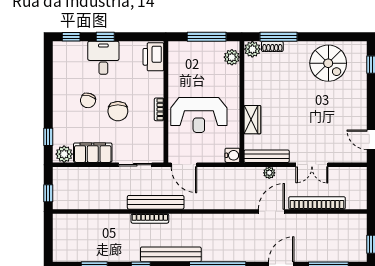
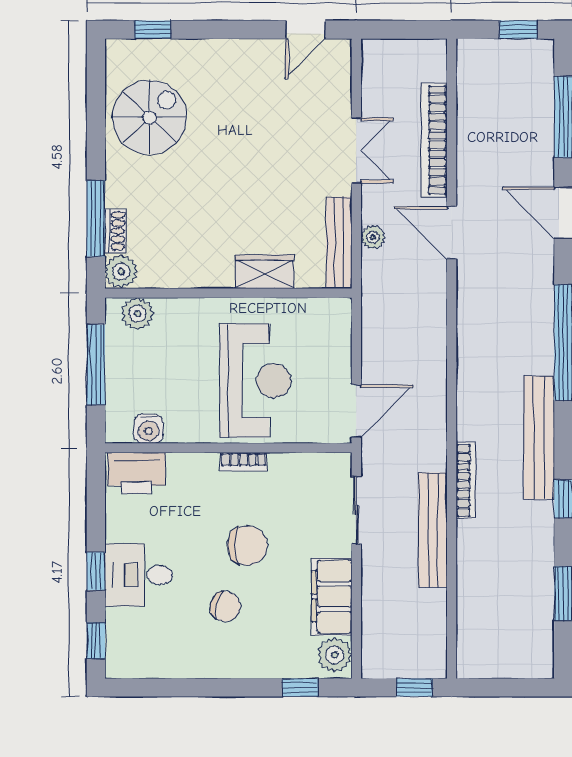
water cooler: (232, 155) -> (149, 429), moved, turned 180
bench: (156, 202) -> (433, 530), moved

